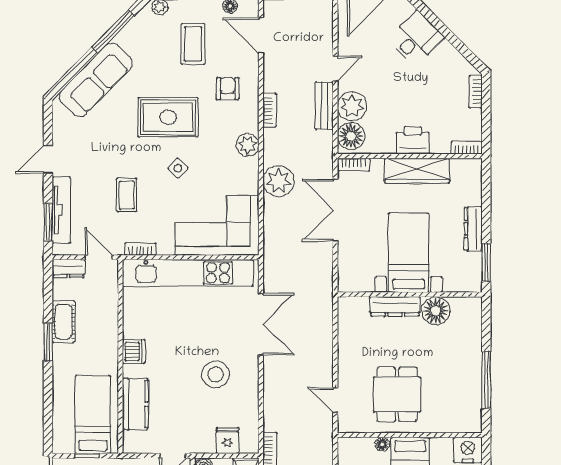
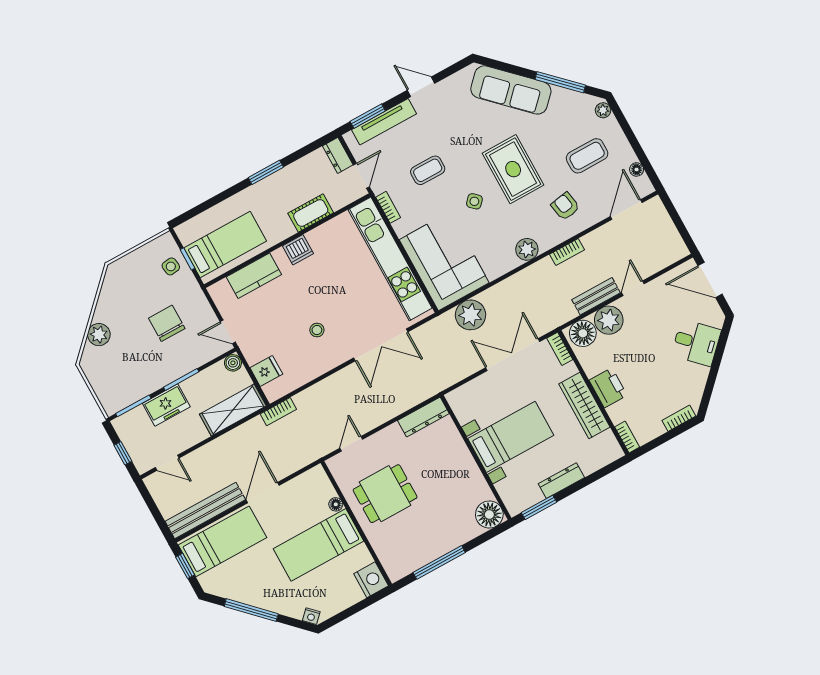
door: (335, 69) -> (633, 288), swing flipped
armchair: (228, 89) -> (565, 206), turned -100
plant: (278, 181) -> (471, 315), moved
dresser: (395, 306) -> (423, 417), moved, turned -90
floor lamp: (436, 311) -> (489, 515), moved
cot: (63, 322) -> (311, 213), moved
stool: (216, 374) -> (317, 330), width x0.53, depth x0.53

